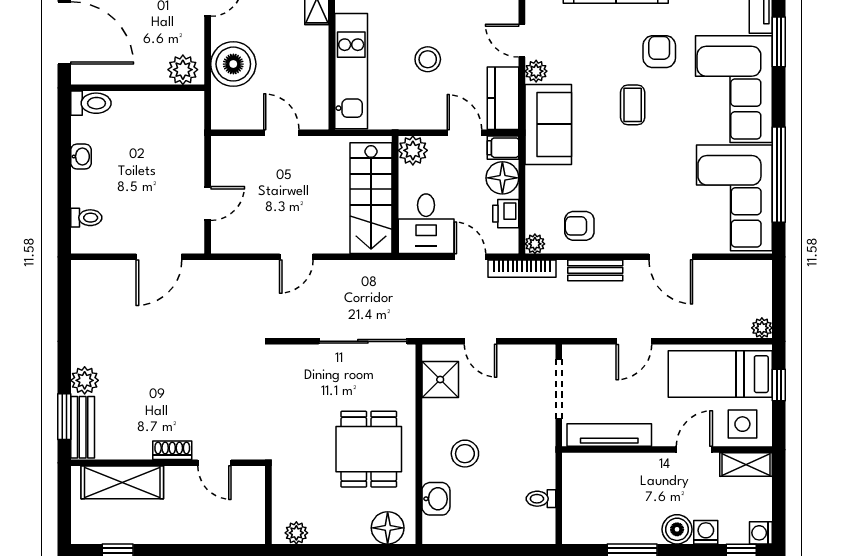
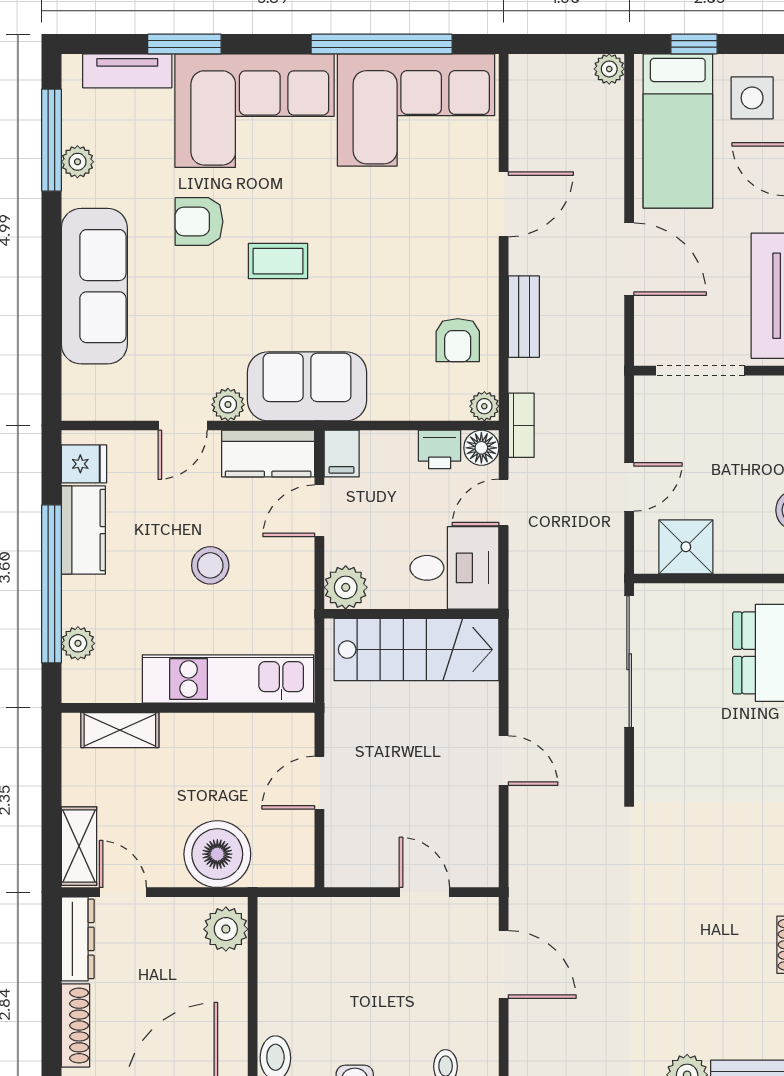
floor lamp: (502, 178) -> (481, 448), moved, width x0.73, depth x0.73
bookcase: (522, 269) -> (521, 425), width x0.64
door: (634, 341) -> (629, 259), width x1.38

